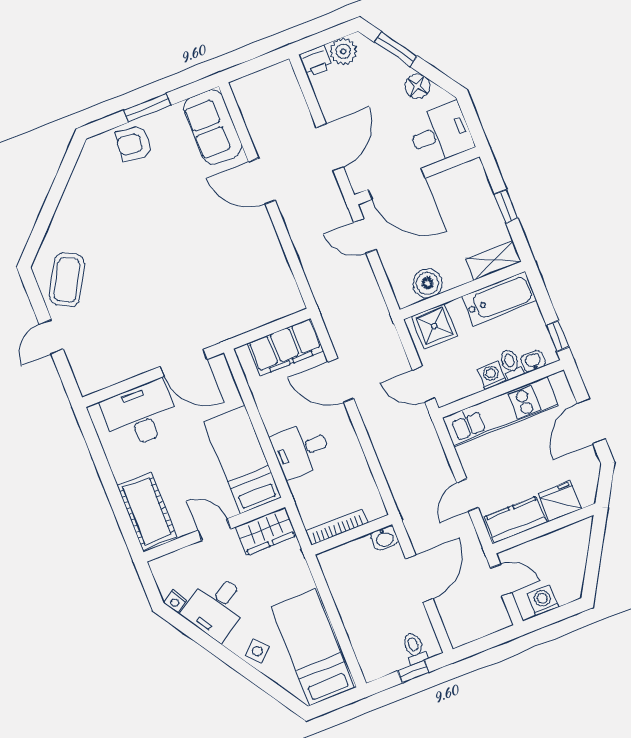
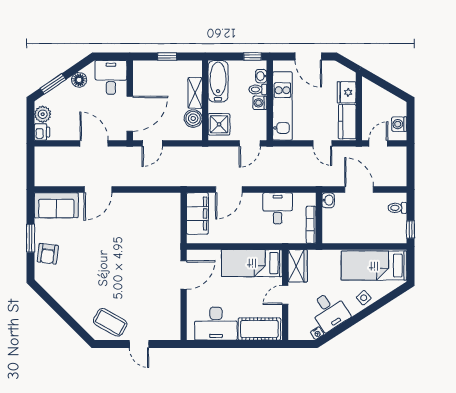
shelving: (494, 260) -> (195, 93), moved
desk: (140, 415) -> (216, 324), moved, turned -90
desk: (301, 450) -> (278, 208), moved, turned 180
window: (413, 672) -> (410, 229), moved

